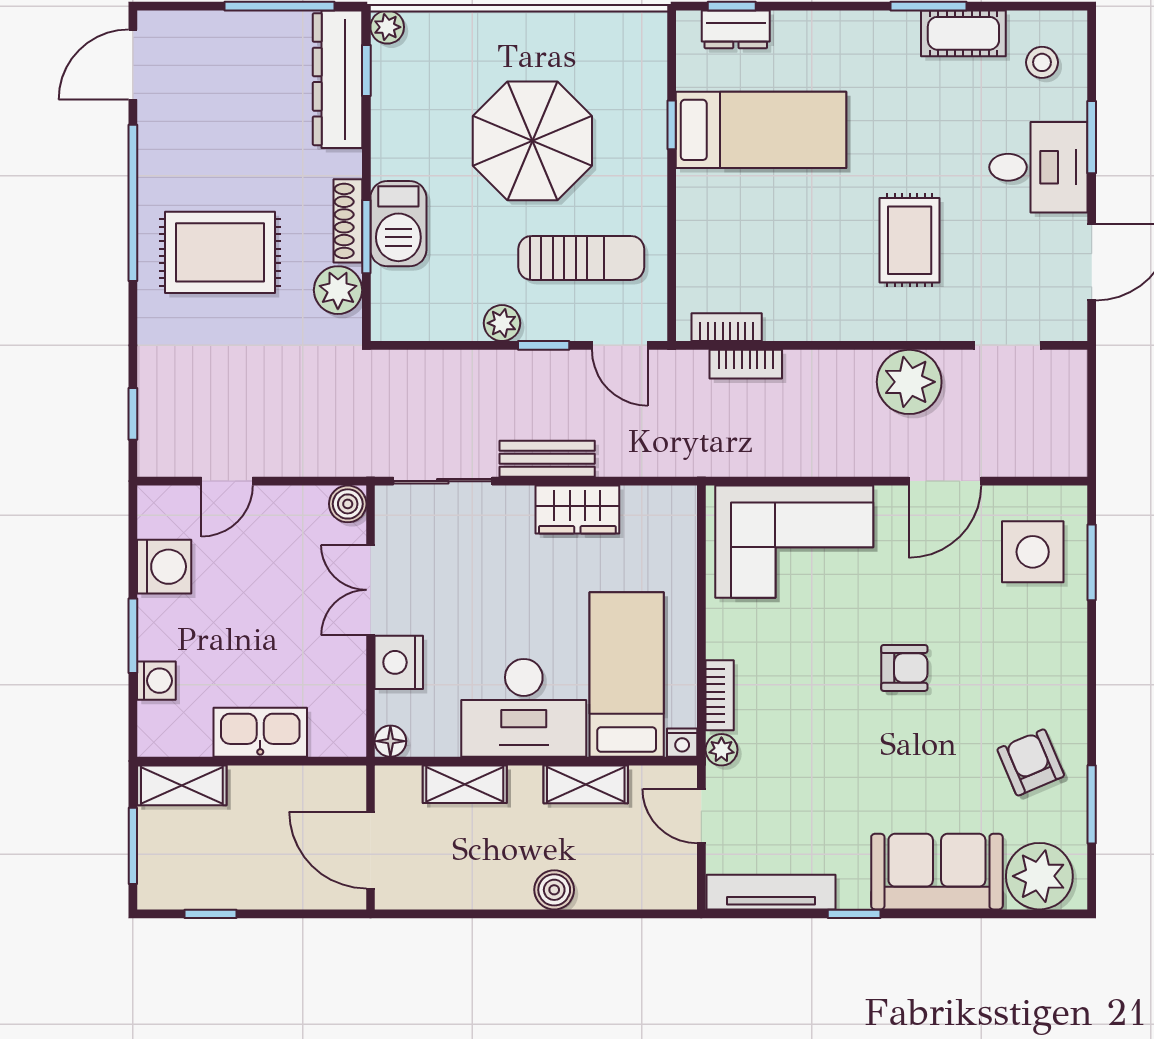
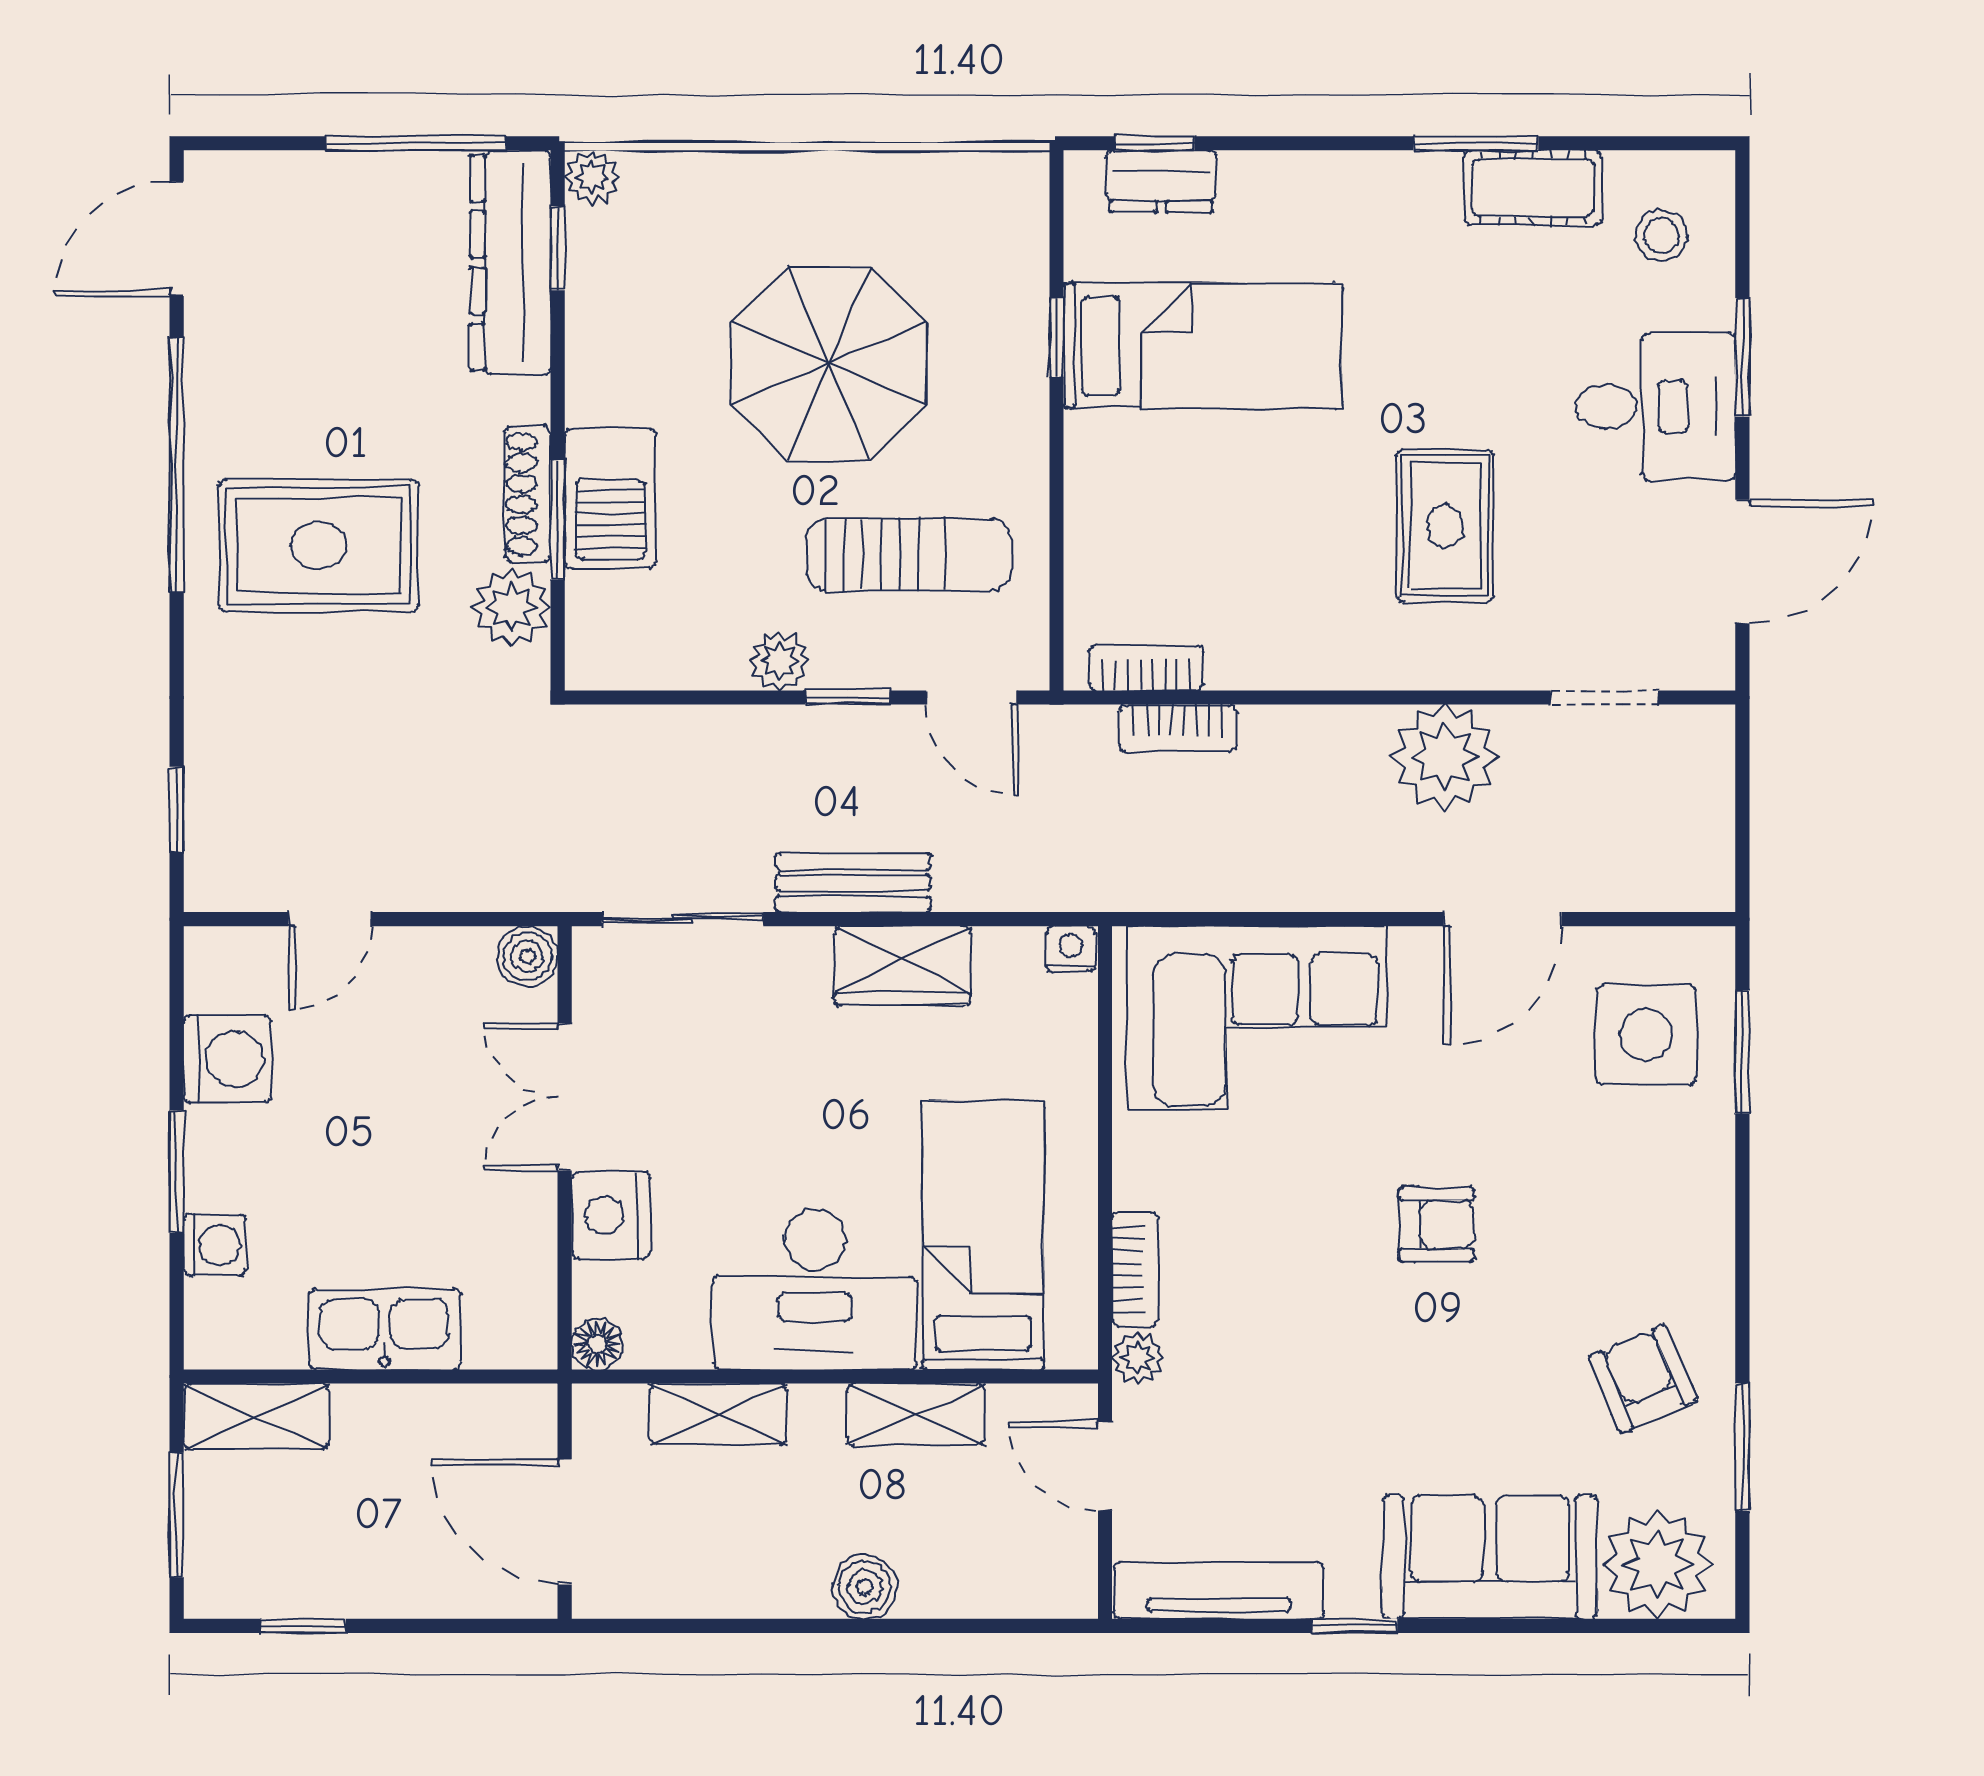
nightstand: (682, 743) -> (1071, 949), moved, turned 180

